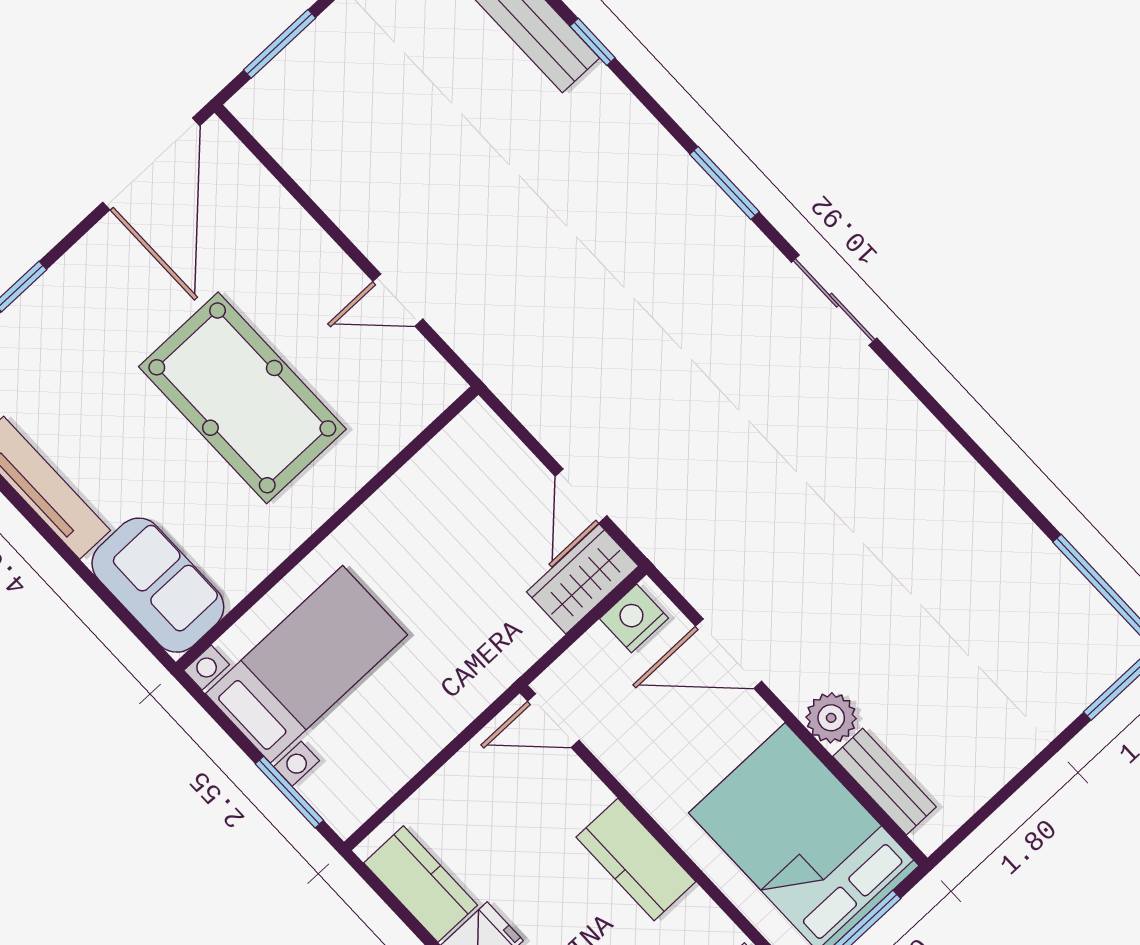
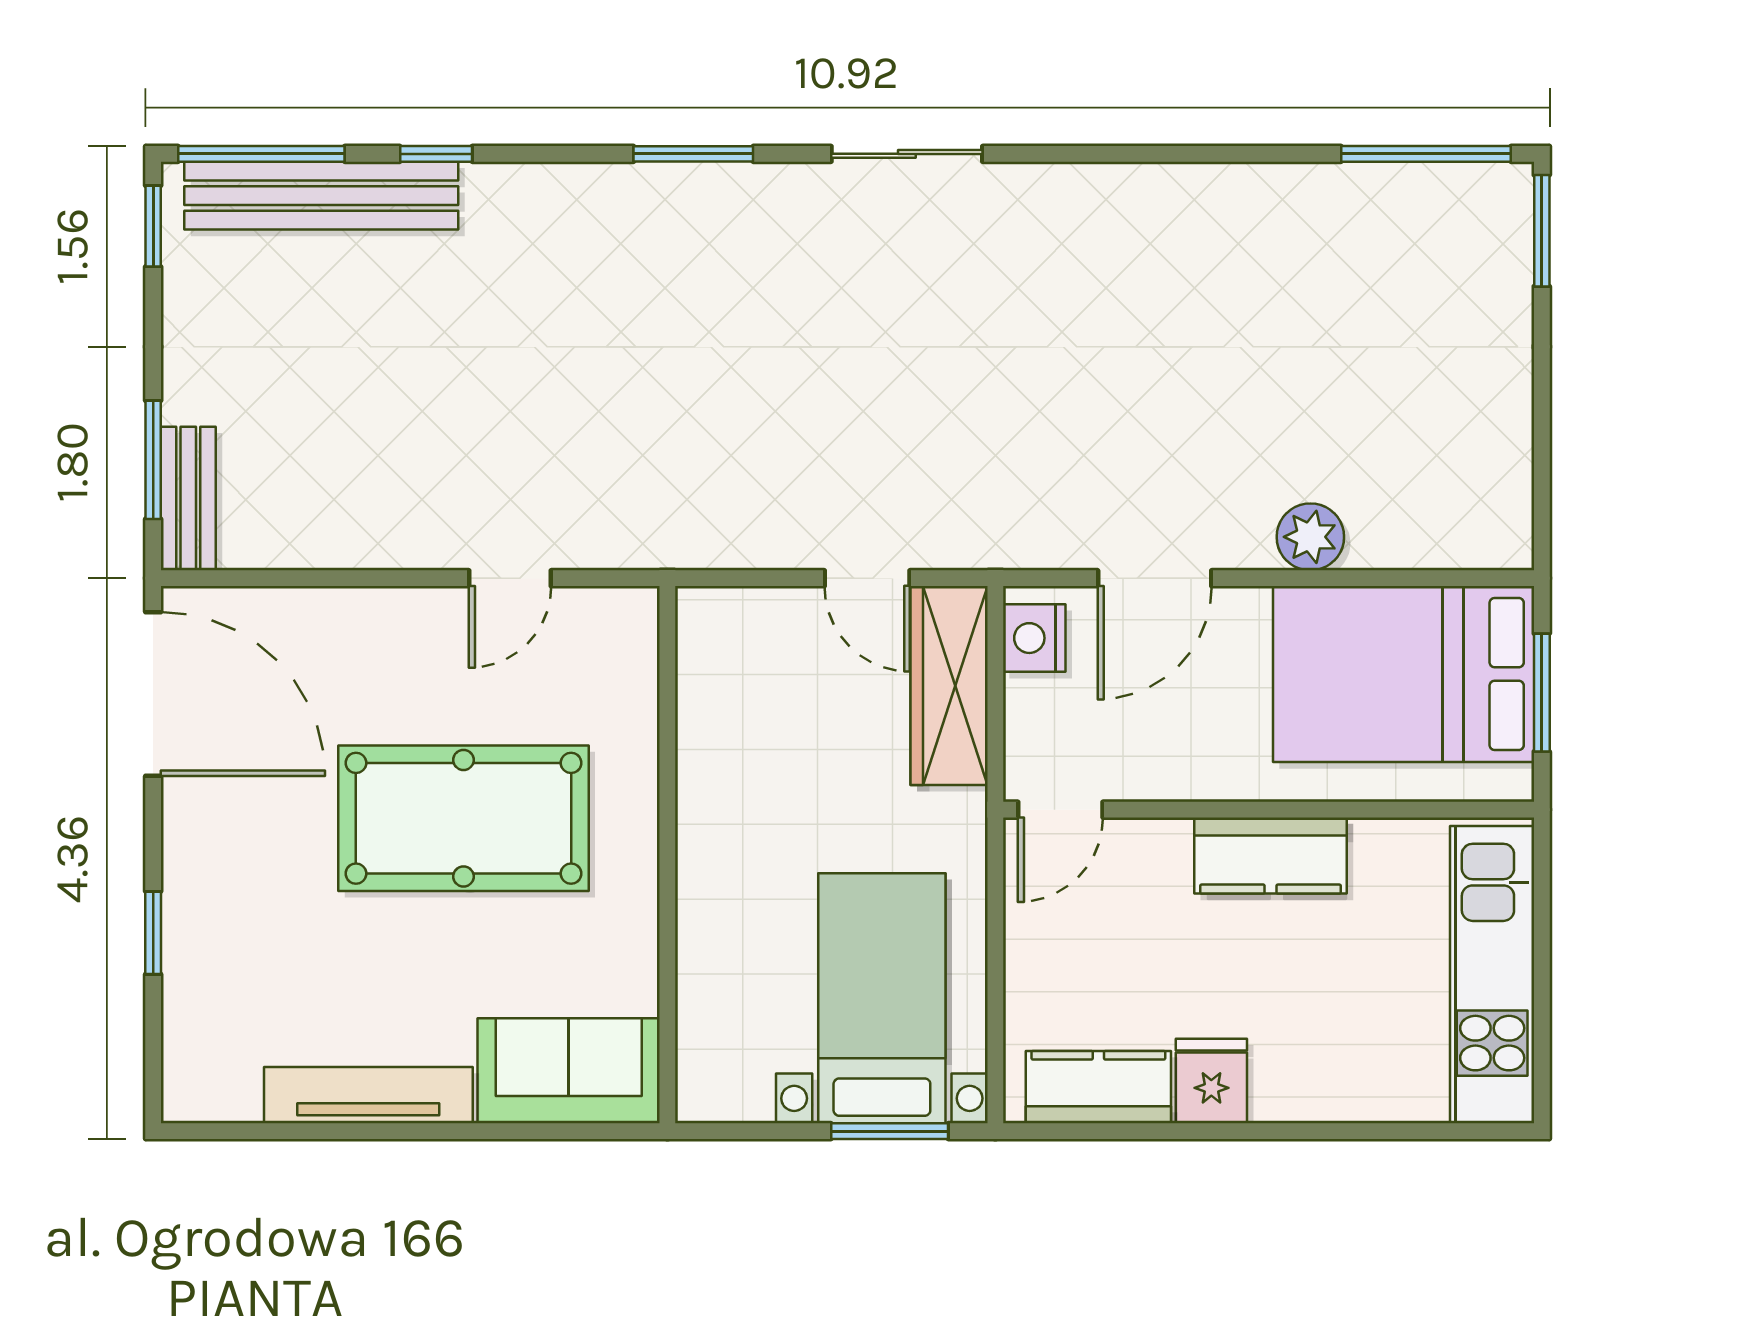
wardrobe: (582, 579) -> (949, 685), width x1.50
bed with nightstands: (306, 664) -> (882, 998), moved
bench: (885, 782) -> (188, 499), moved, turned 90

